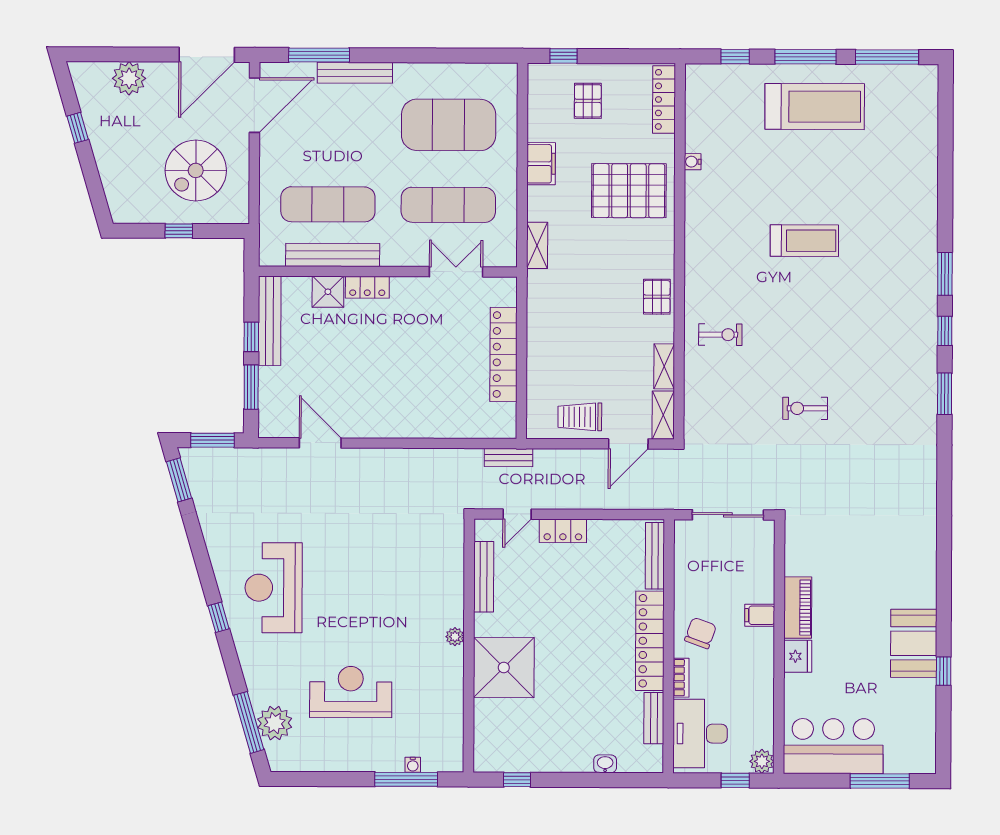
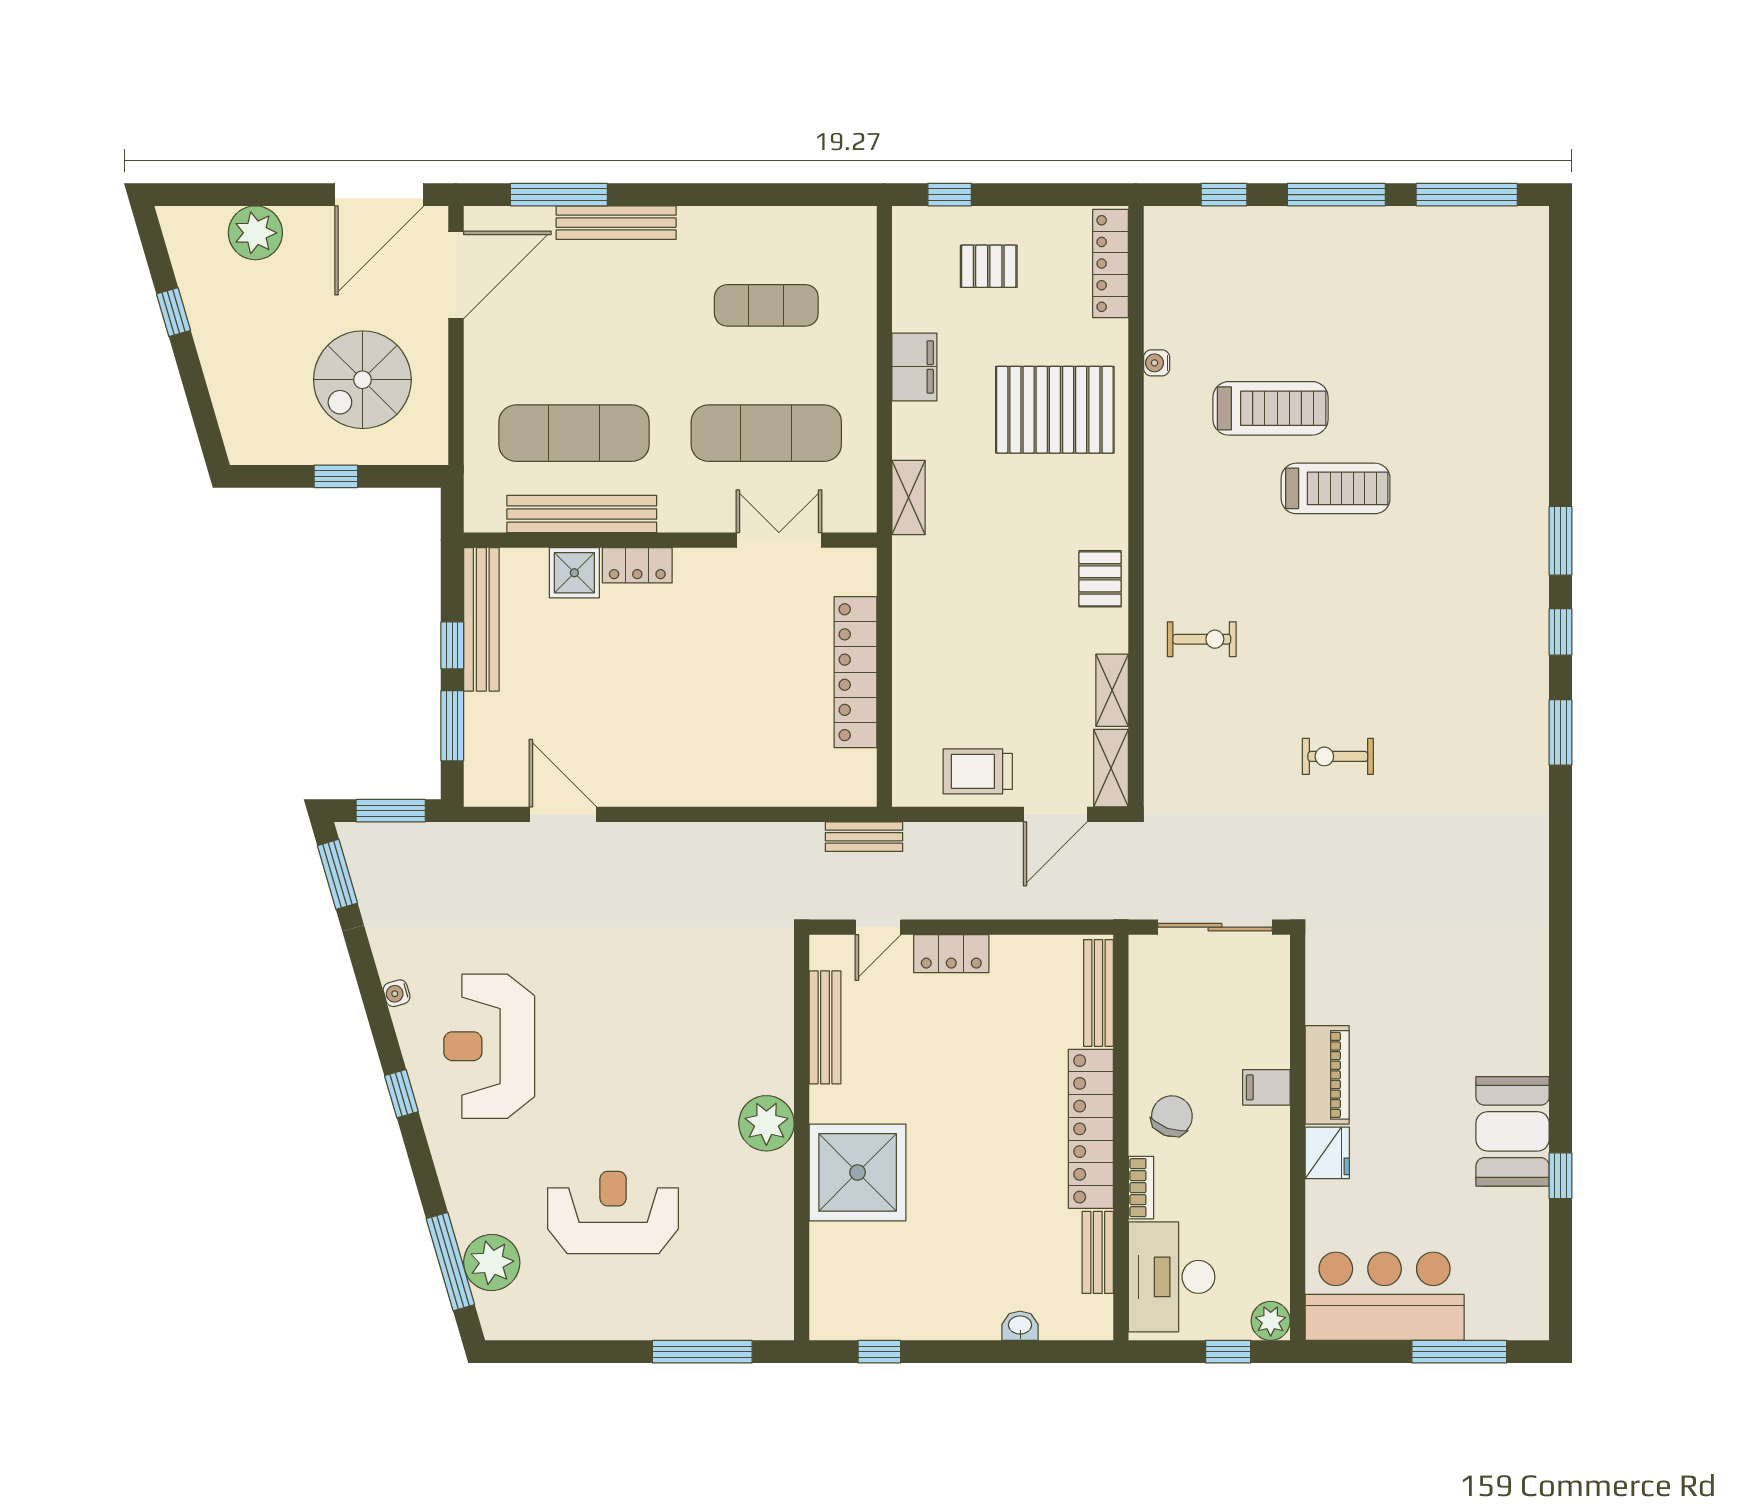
pallet: (588, 101) -> (989, 266), turned 90
treadmill: (815, 107) -> (1270, 408), moved, width x0.73, depth x0.73
exercise mat: (449, 125) -> (766, 305), width x0.50, depth x0.69
plant: (455, 637) -> (766, 1123), width x1.88, depth x1.88
water cooler: (413, 765) -> (397, 993), moved, turned 74

